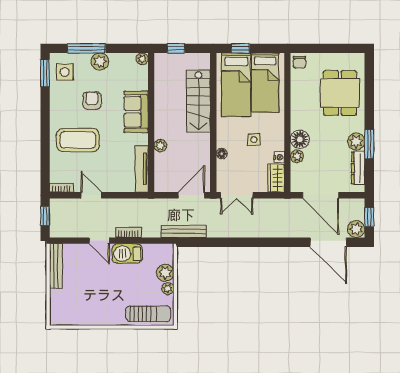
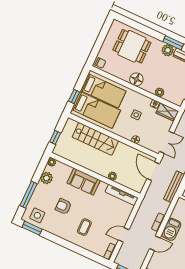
plant: (100, 62) -> (46, 178), moved
floor lamp: (300, 139) -> (136, 79), moved
coffee table: (78, 140) -> (84, 227), width x0.54, depth x0.58

